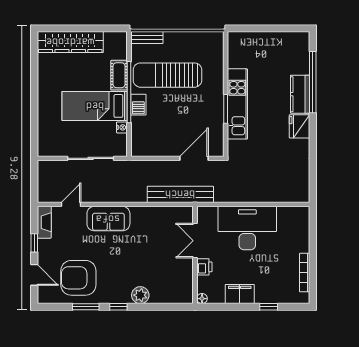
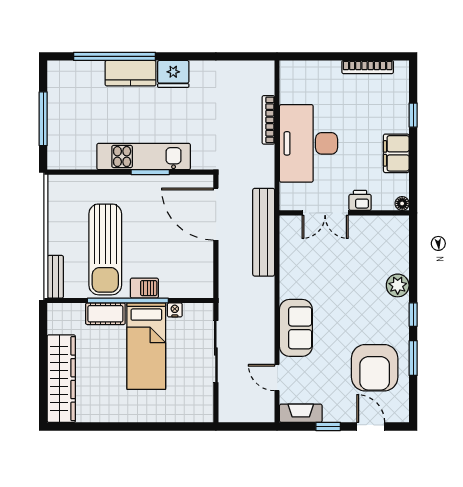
window: (266, 28) -> (43, 119), added
door: (194, 158) -> (216, 214), width x1.36
bookcase: (265, 198) -> (268, 120), added
door: (34, 275) -> (371, 426), hinge flipped

